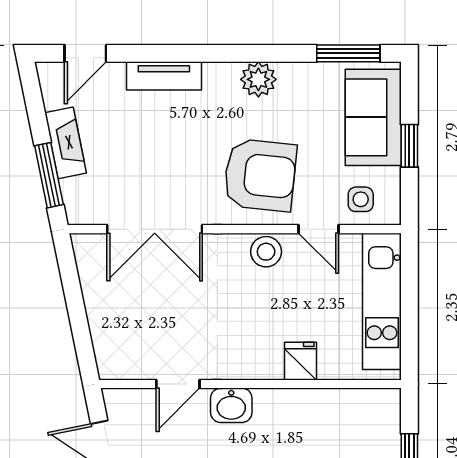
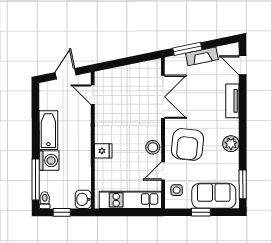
double door: (155, 229) -> (163, 97), swing flipped
fridge: (300, 361) -> (103, 151), moved
door: (178, 384) -> (93, 95), moved
washbasin: (231, 405) -> (83, 199), moved

